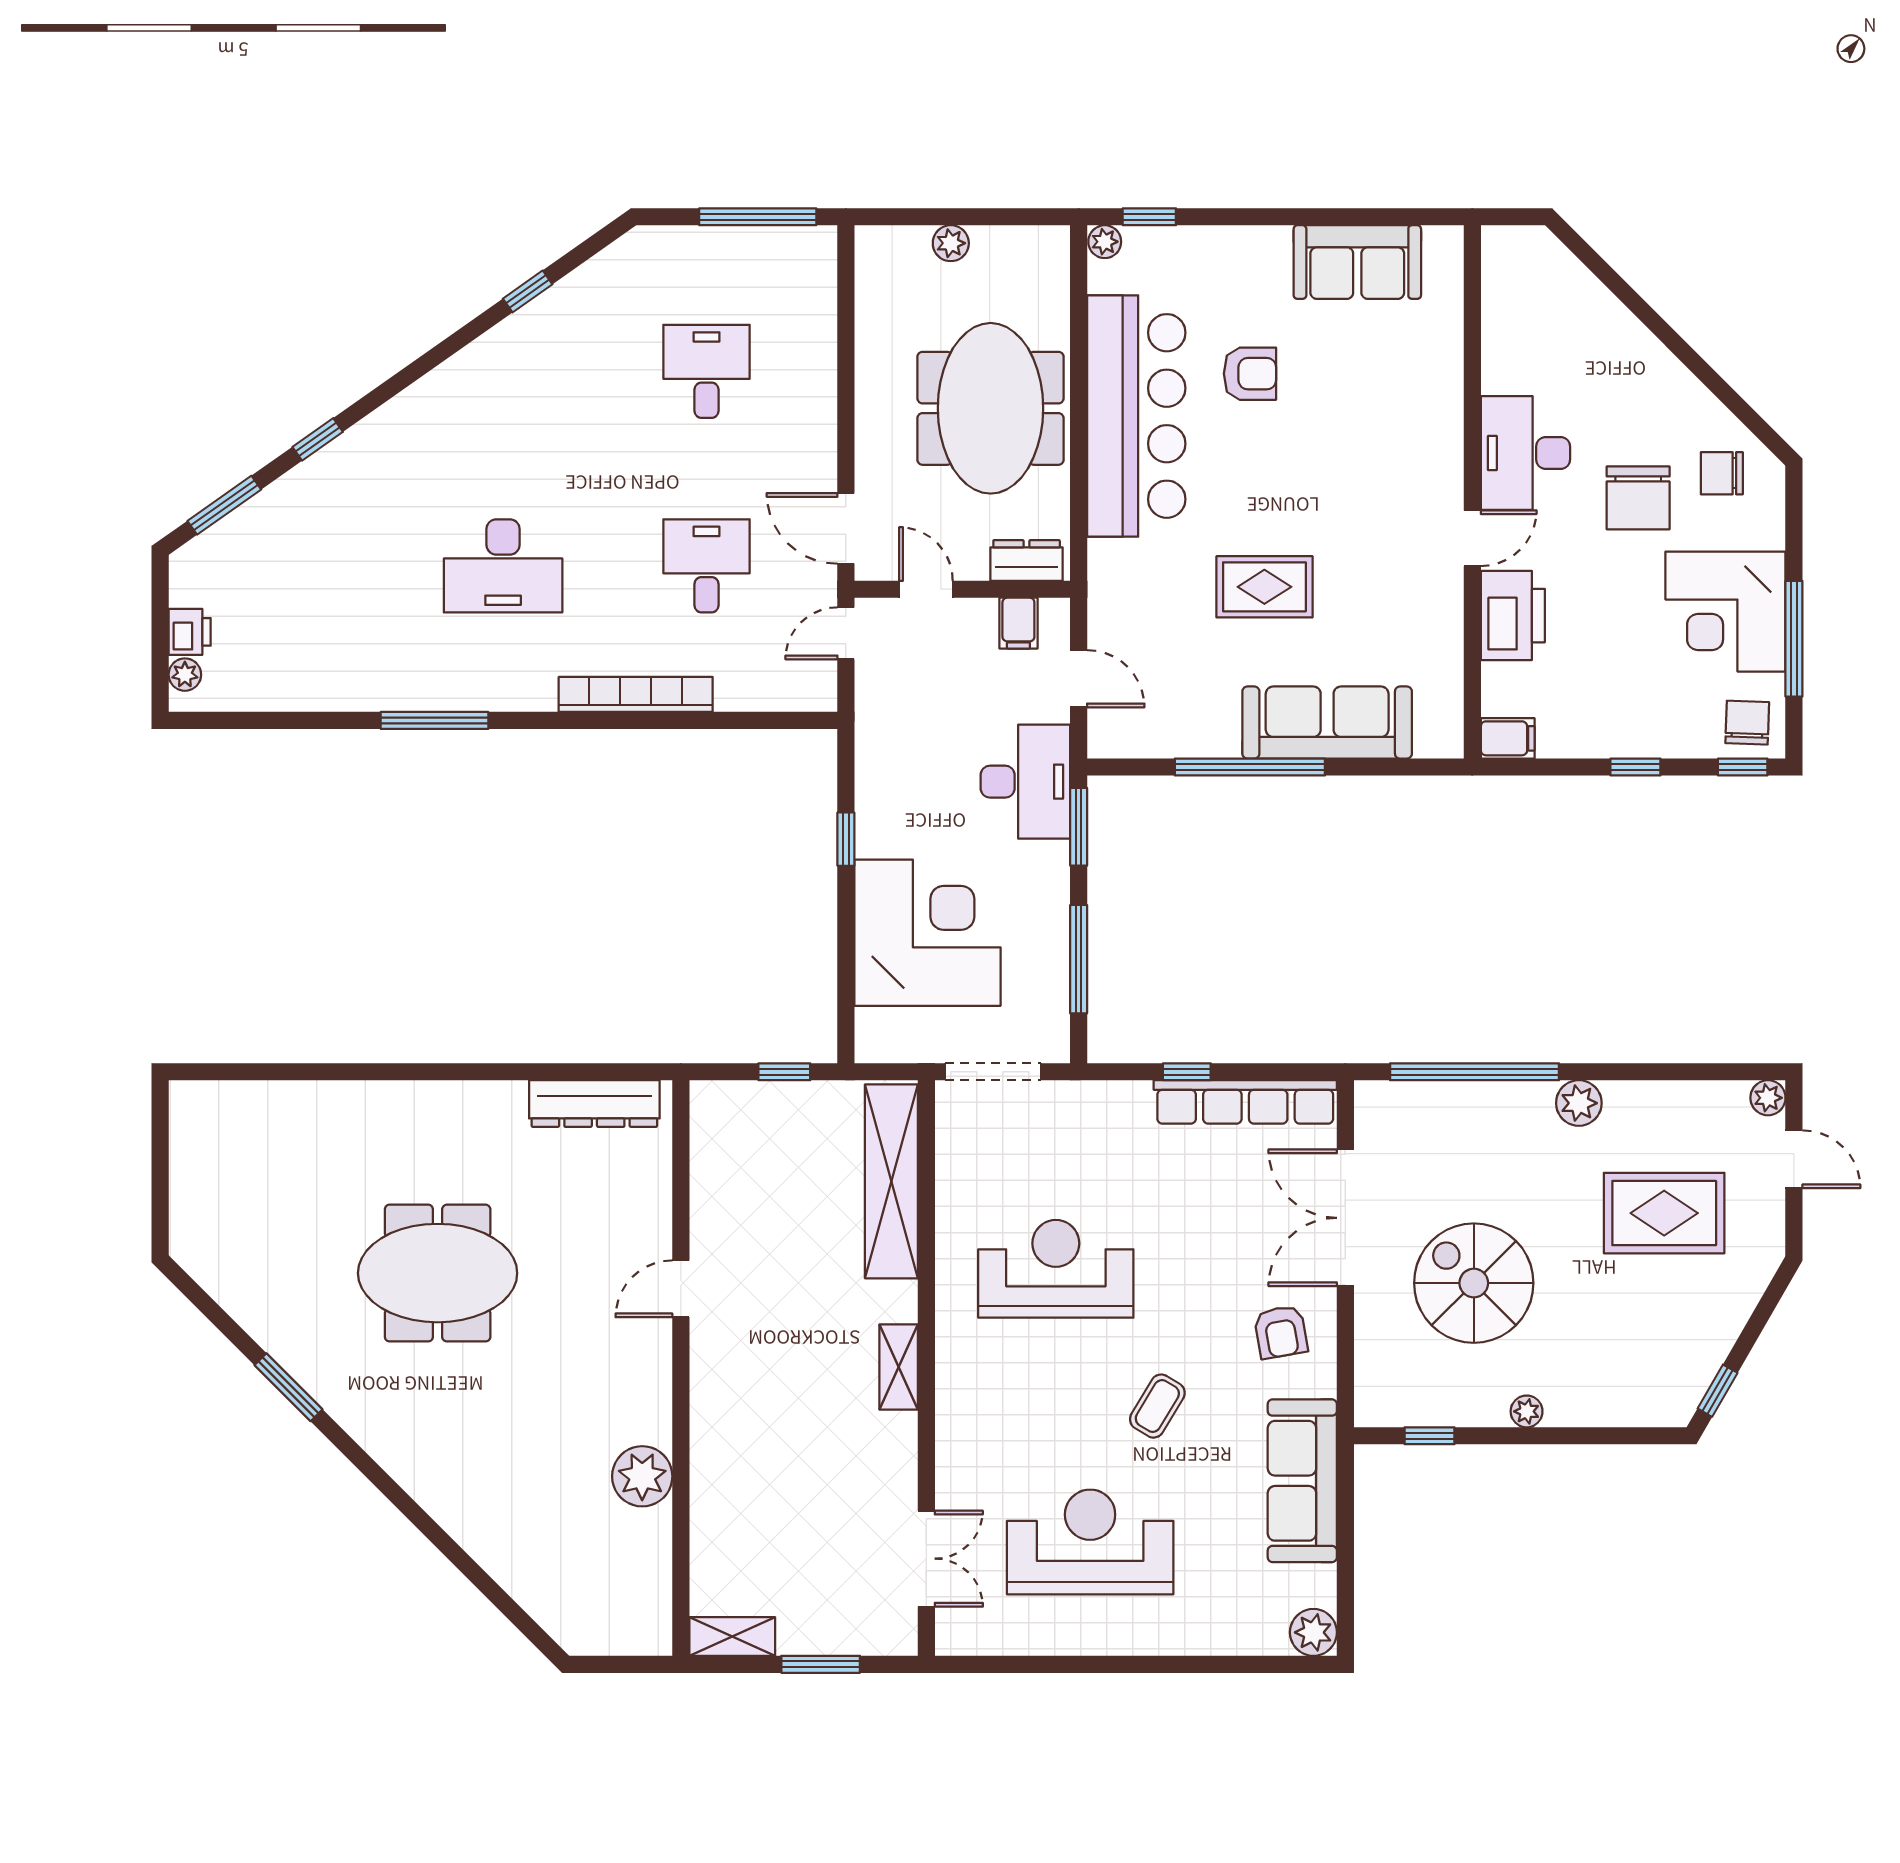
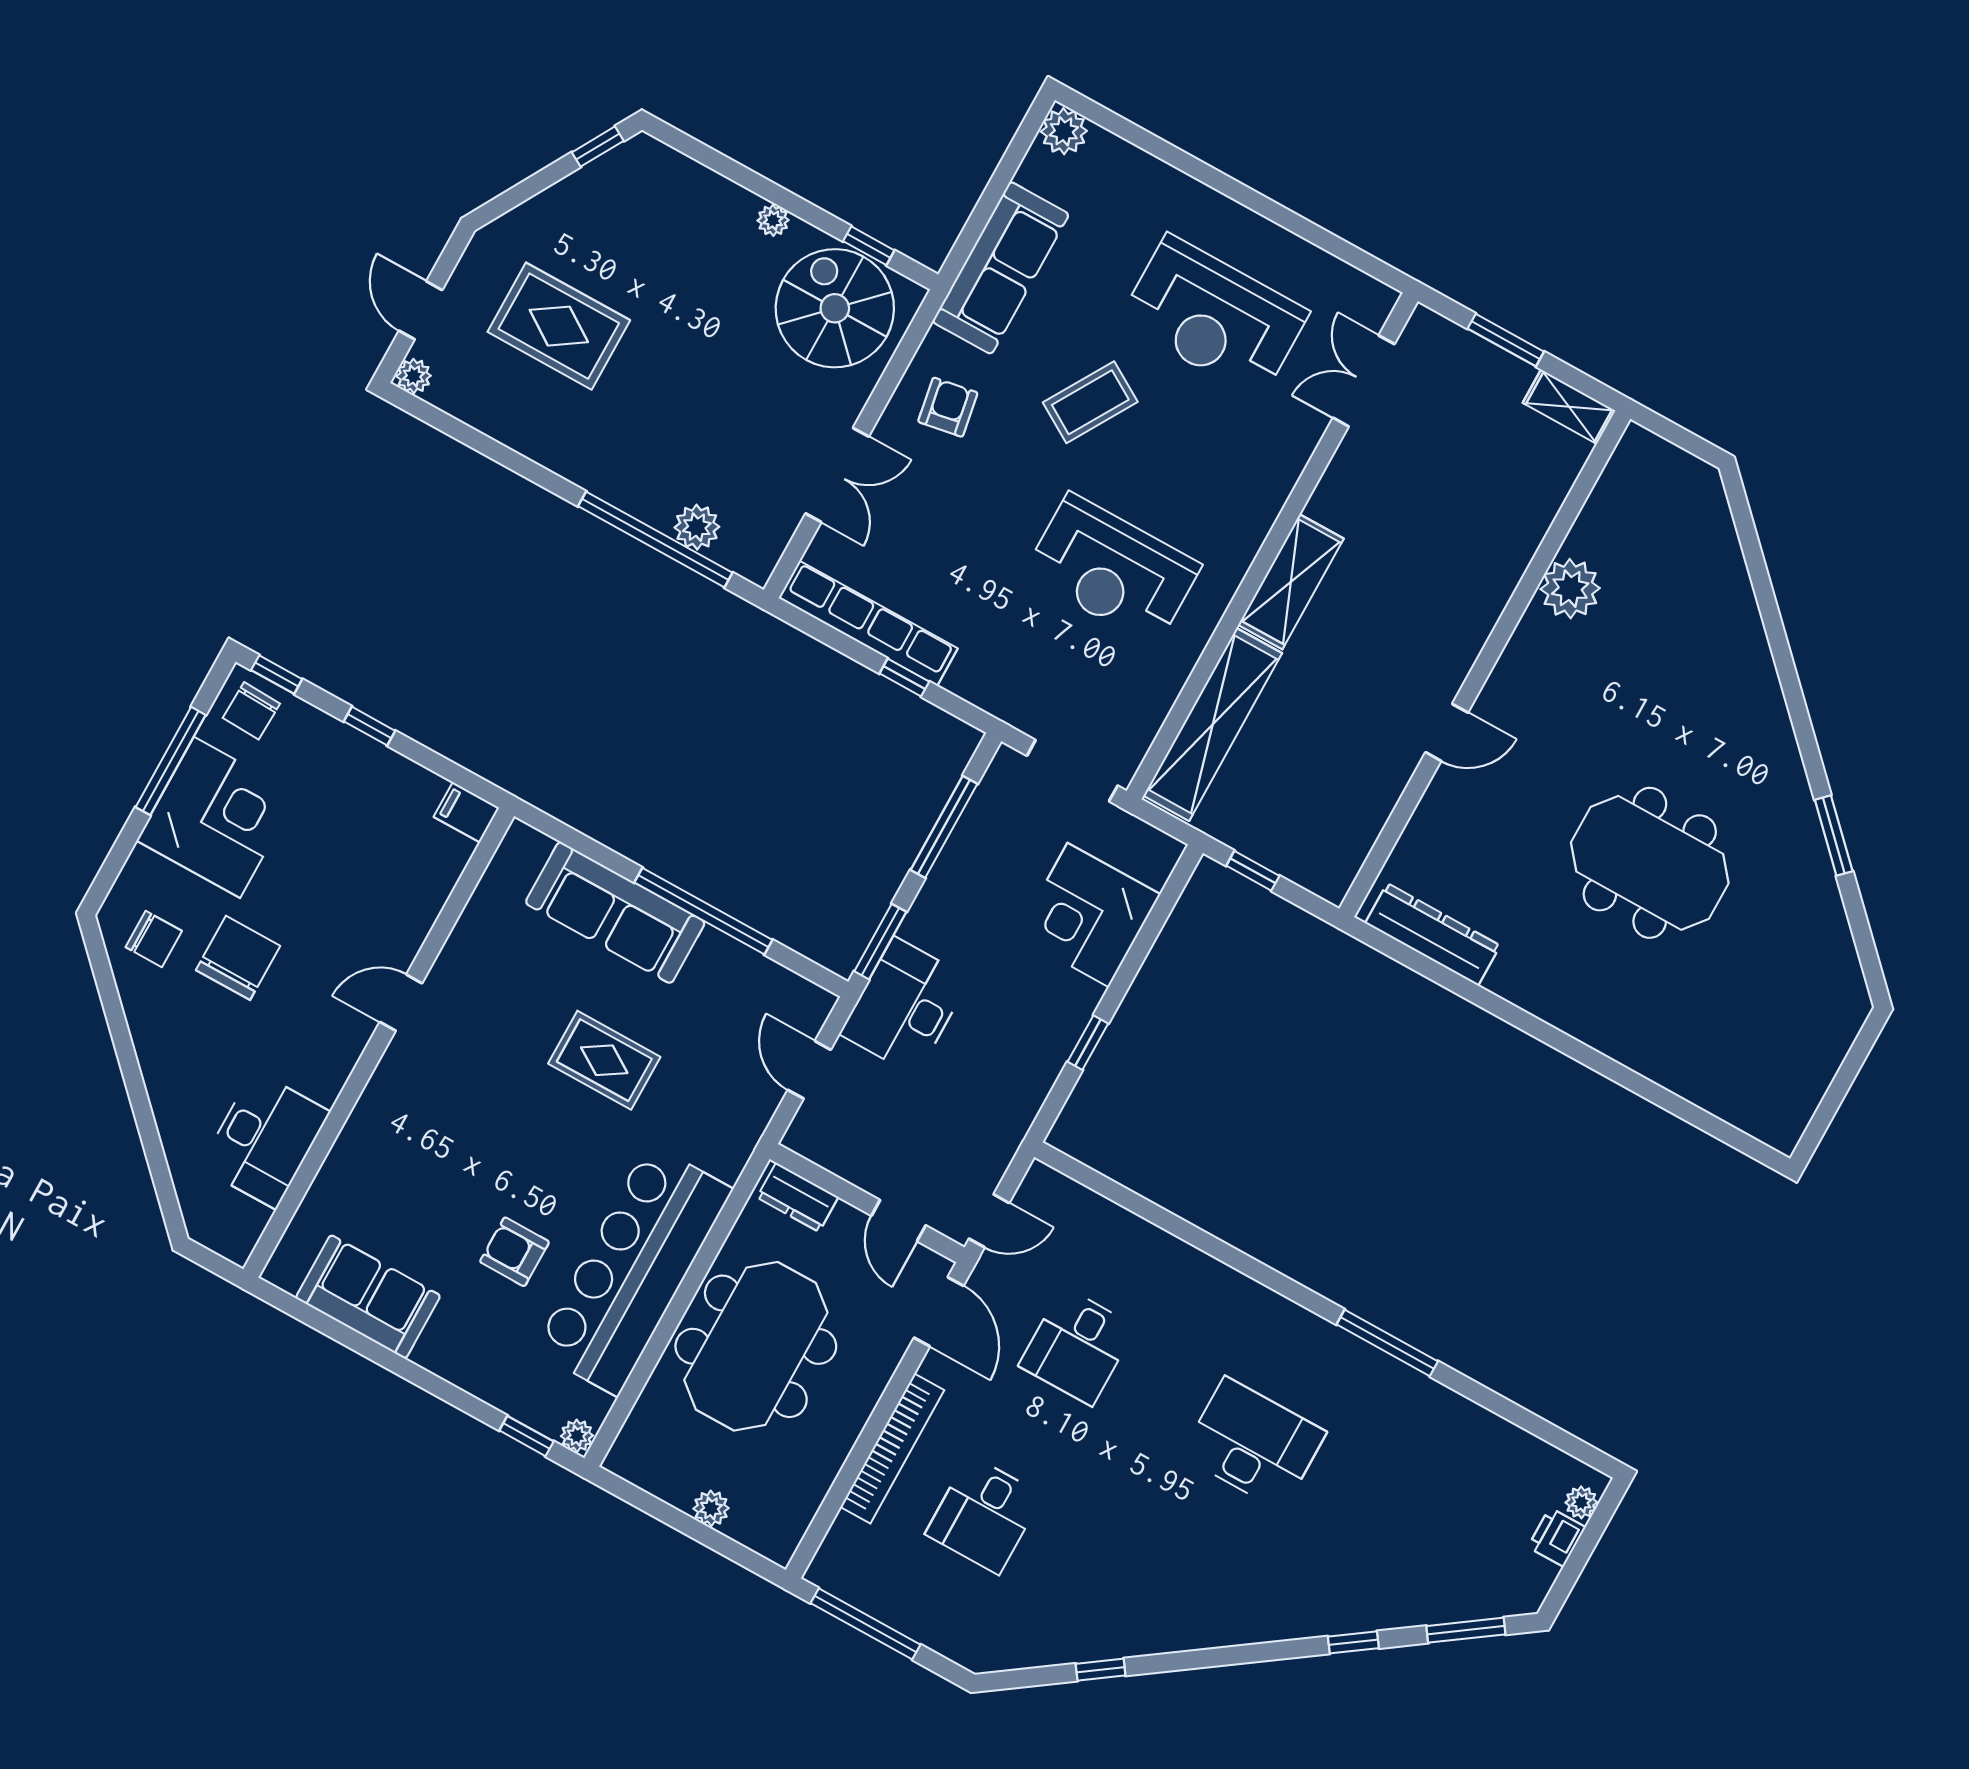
desk: (1525, 453) -> (265, 1139), moved
printer: (1513, 616) -> (403, 916), removed
filing cabinet: (1018, 623) -> (835, 1147), removed
bookcase: (636, 694) -> (892, 1449), moved, turned -90
corner desk: (927, 933) -> (1088, 915), width x0.74, depth x0.74
plant: (1579, 1103) -> (697, 527), moved
double door: (1345, 1218) -> (837, 475), width x0.73
spiral stairs: (1474, 1283) -> (835, 308), moved, turned 180
shelving: (899, 1367) -> (1291, 582), width x1.50, depth x1.33
coffee table: (1157, 1406) -> (1090, 402), width x1.36, depth x1.30

